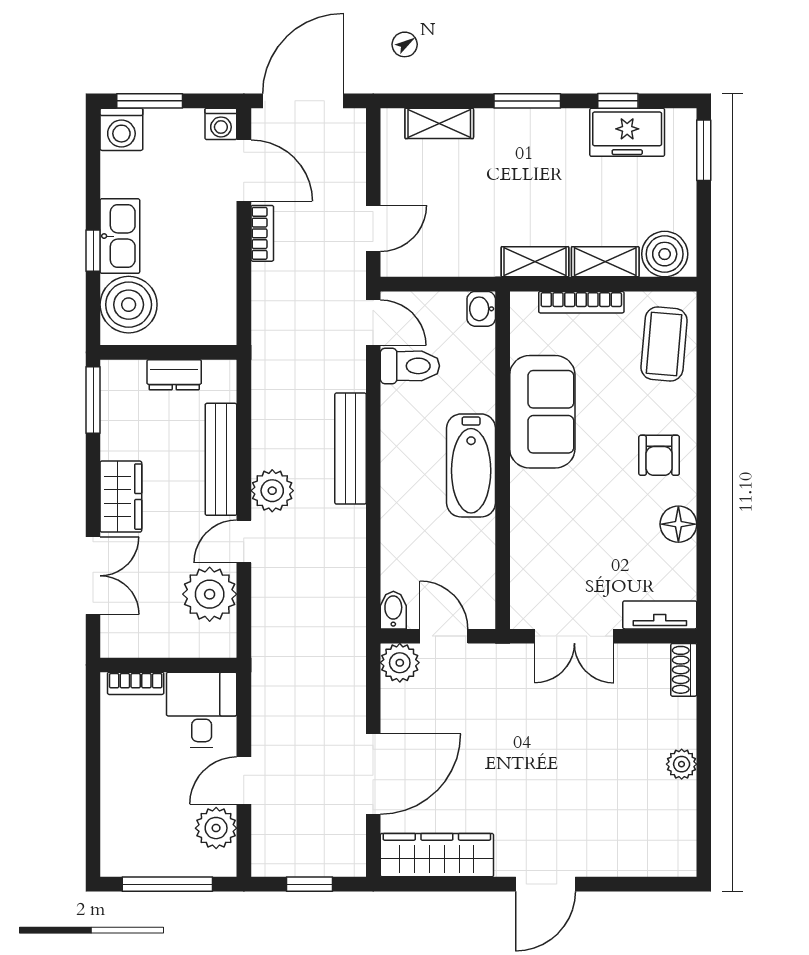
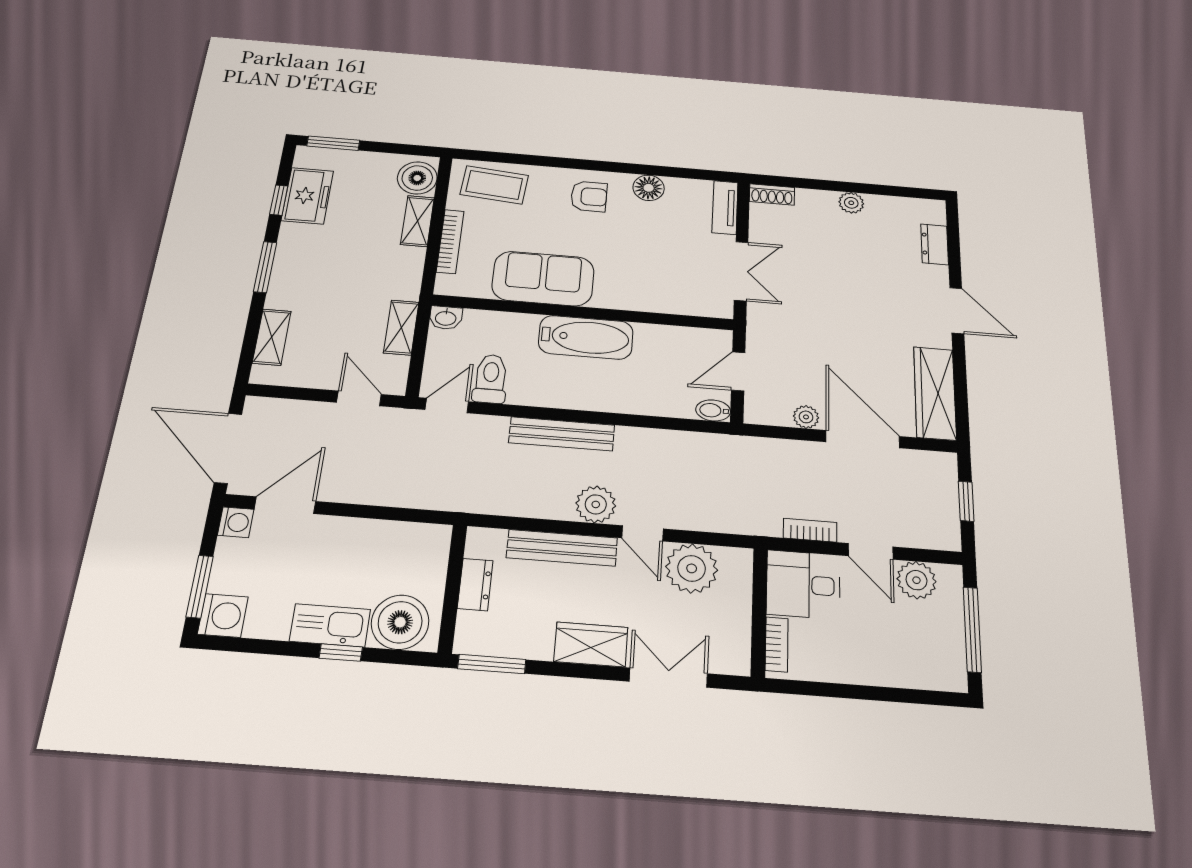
bookcase: (262, 233) -> (810, 530), moved
shelving: (535, 262) -> (401, 327), moved
plant: (400, 663) -> (806, 417), moved, width x0.73, depth x0.73
dresser: (633, 862) -> (935, 244), added

